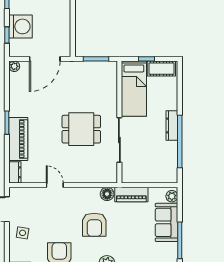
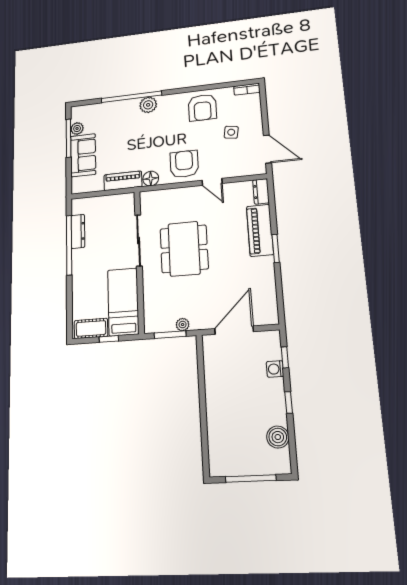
washing machine: (21, 26) -> (275, 369), width x0.53, depth x0.53
plant: (14, 66) -> (183, 325), moved
dresser: (172, 126) -> (78, 231), moved
dining table: (81, 129) -> (184, 249), width x1.37
plant: (172, 196) -> (77, 129), moved
armchair: (94, 225) -> (184, 164), moved
side table: (23, 233) -> (231, 132), moved

